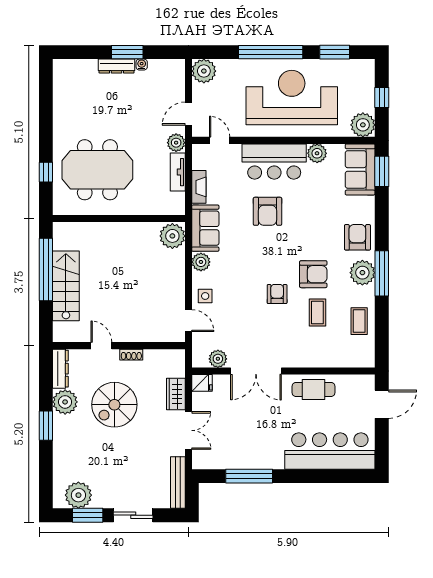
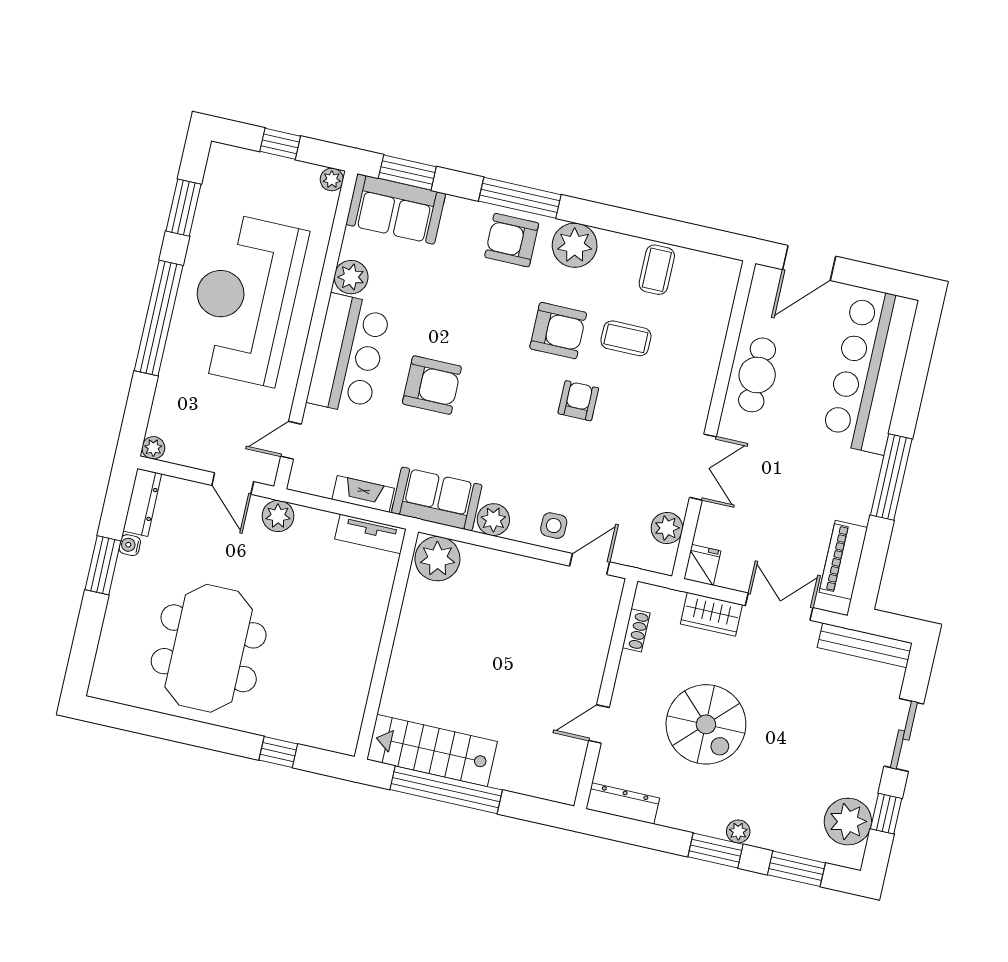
dresser: (117, 66) -> (142, 502), moved
plant: (204, 71) -> (153, 448), width x0.53, depth x0.53
plant: (363, 125) -> (332, 179), width x0.53, depth x0.53
meeting table: (97, 170) -> (209, 648), moved
tv unit: (178, 172) -> (370, 534), moved
window: (382, 273) -> (520, 198), moved
armchair: (313, 274) -> (558, 331), turned 90
stairs: (66, 286) -> (432, 750), moved
armchair: (277, 294) -> (578, 401), turned 90
coffee table: (359, 321) -> (657, 270), turned 90
shoe rack: (131, 355) -> (636, 630), moved
double door: (256, 371) -> (703, 467), width x0.73
plant: (65, 402) -> (738, 831), moved, width x0.53, depth x0.53
door: (382, 404) -> (809, 263), swing flipped
piano: (222, 460) -> (843, 560), added
window: (46, 473) -> (796, 869), added
window: (249, 476) -> (891, 477), moved
window: (88, 515) -> (886, 814), width x0.67

